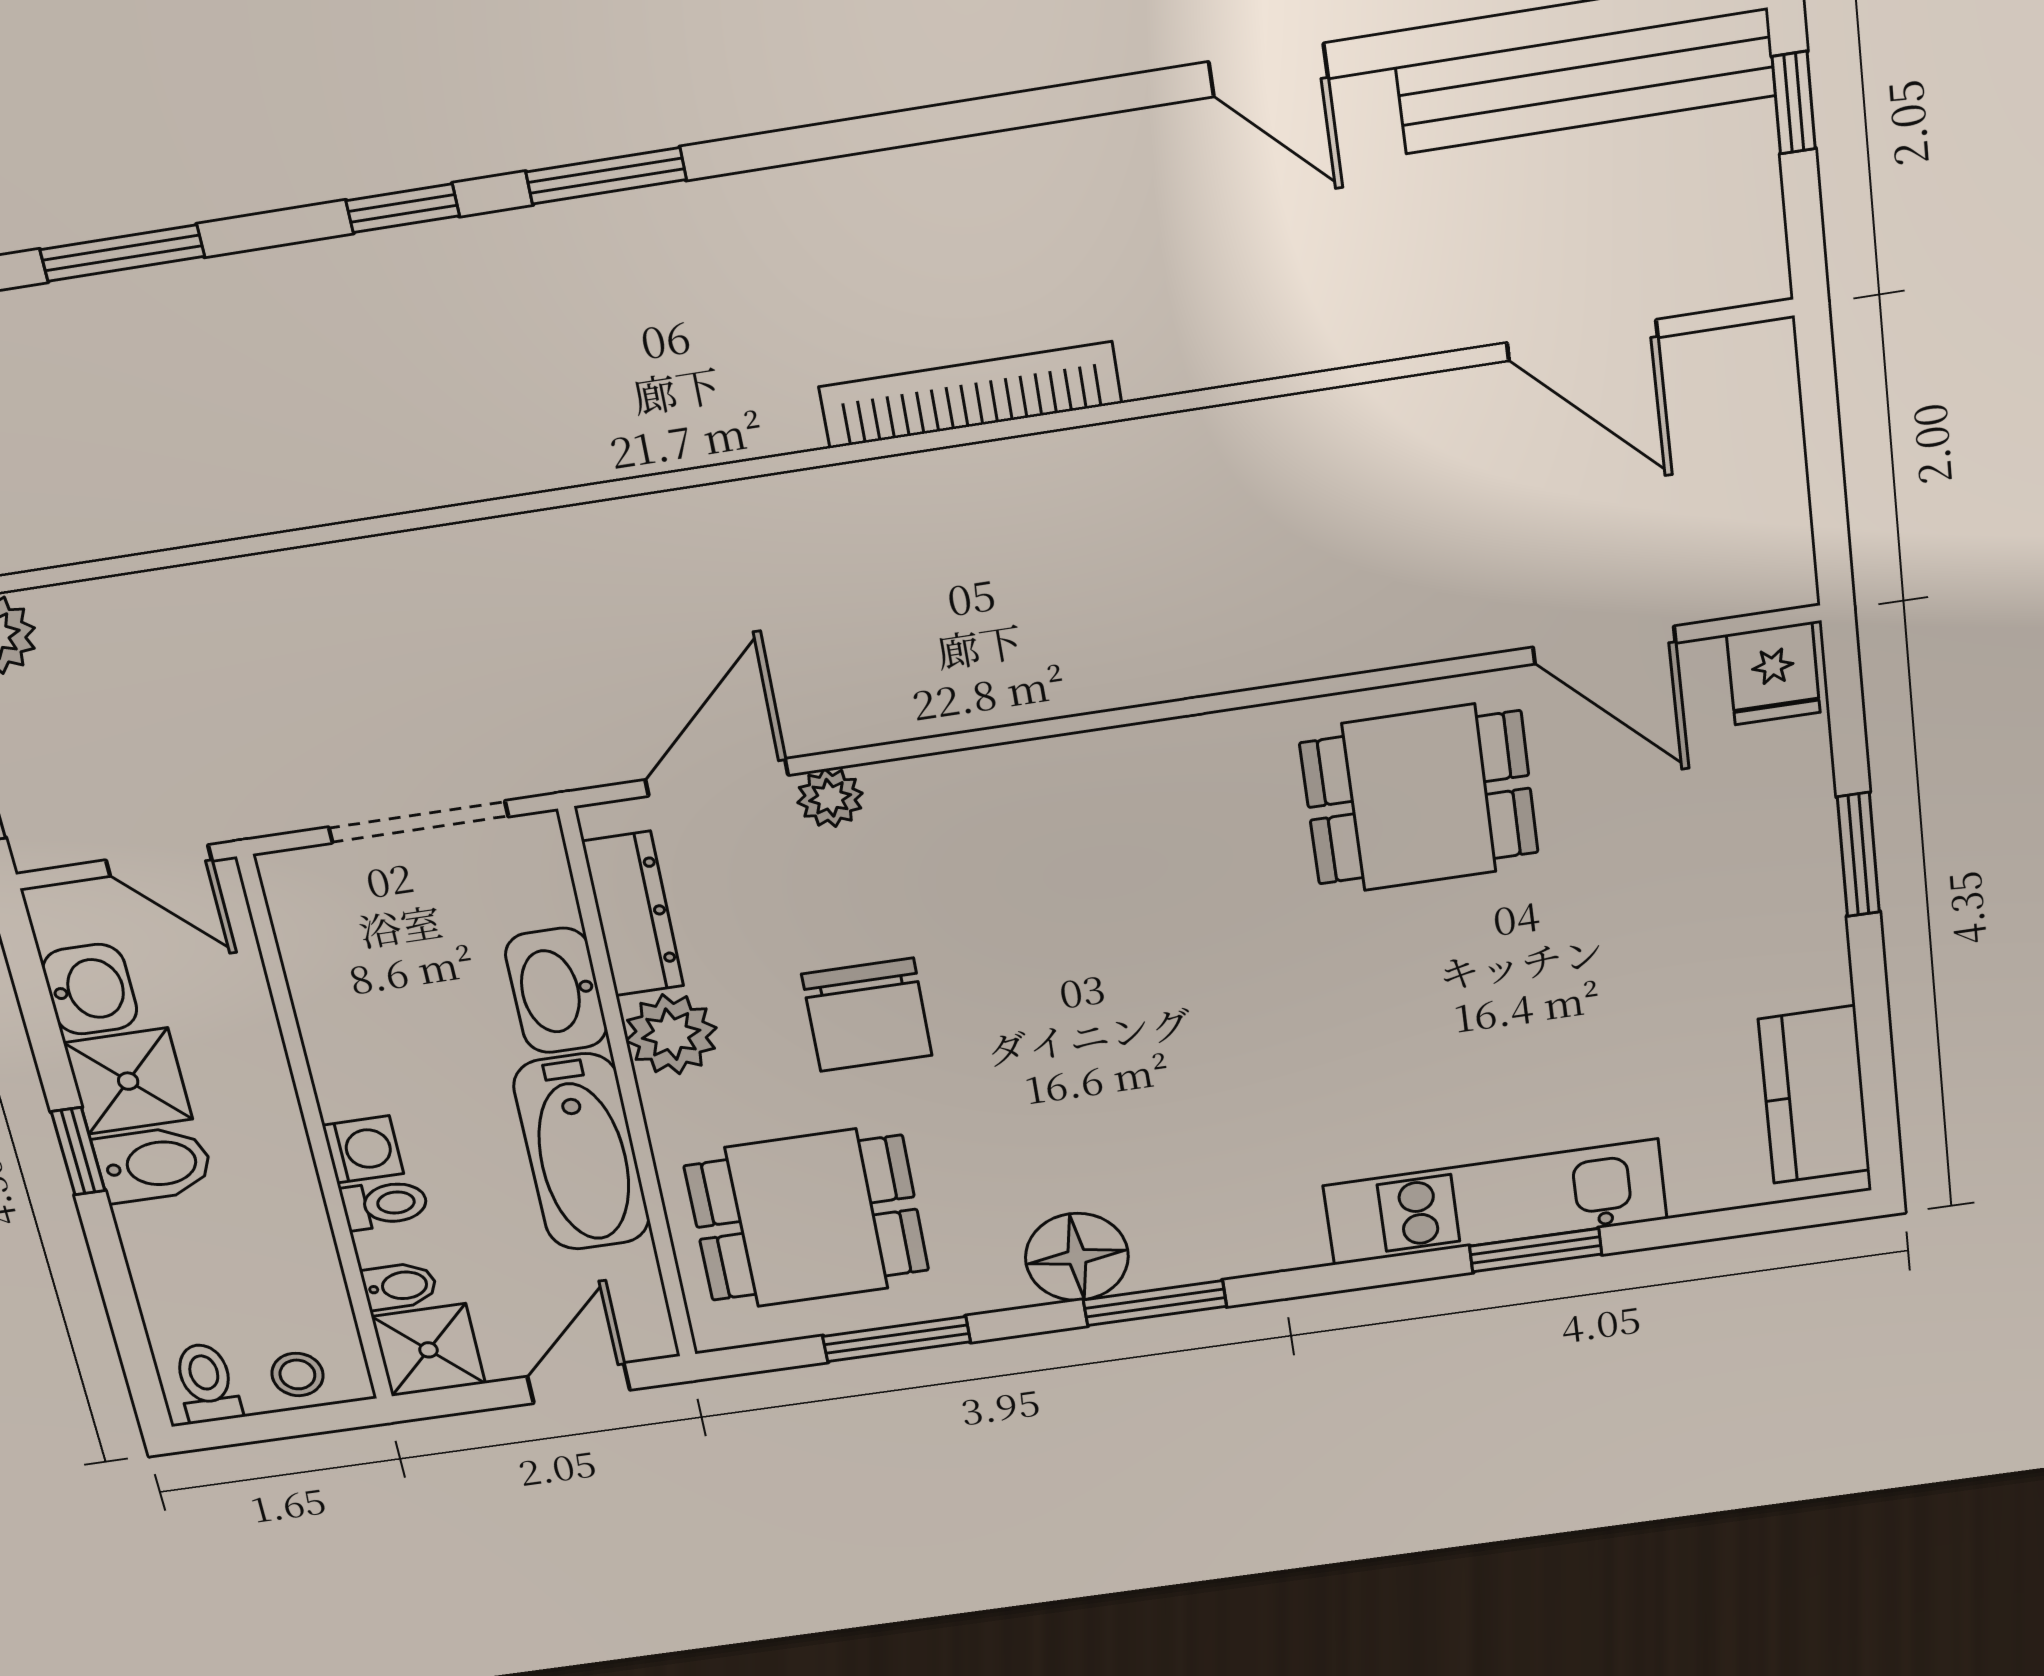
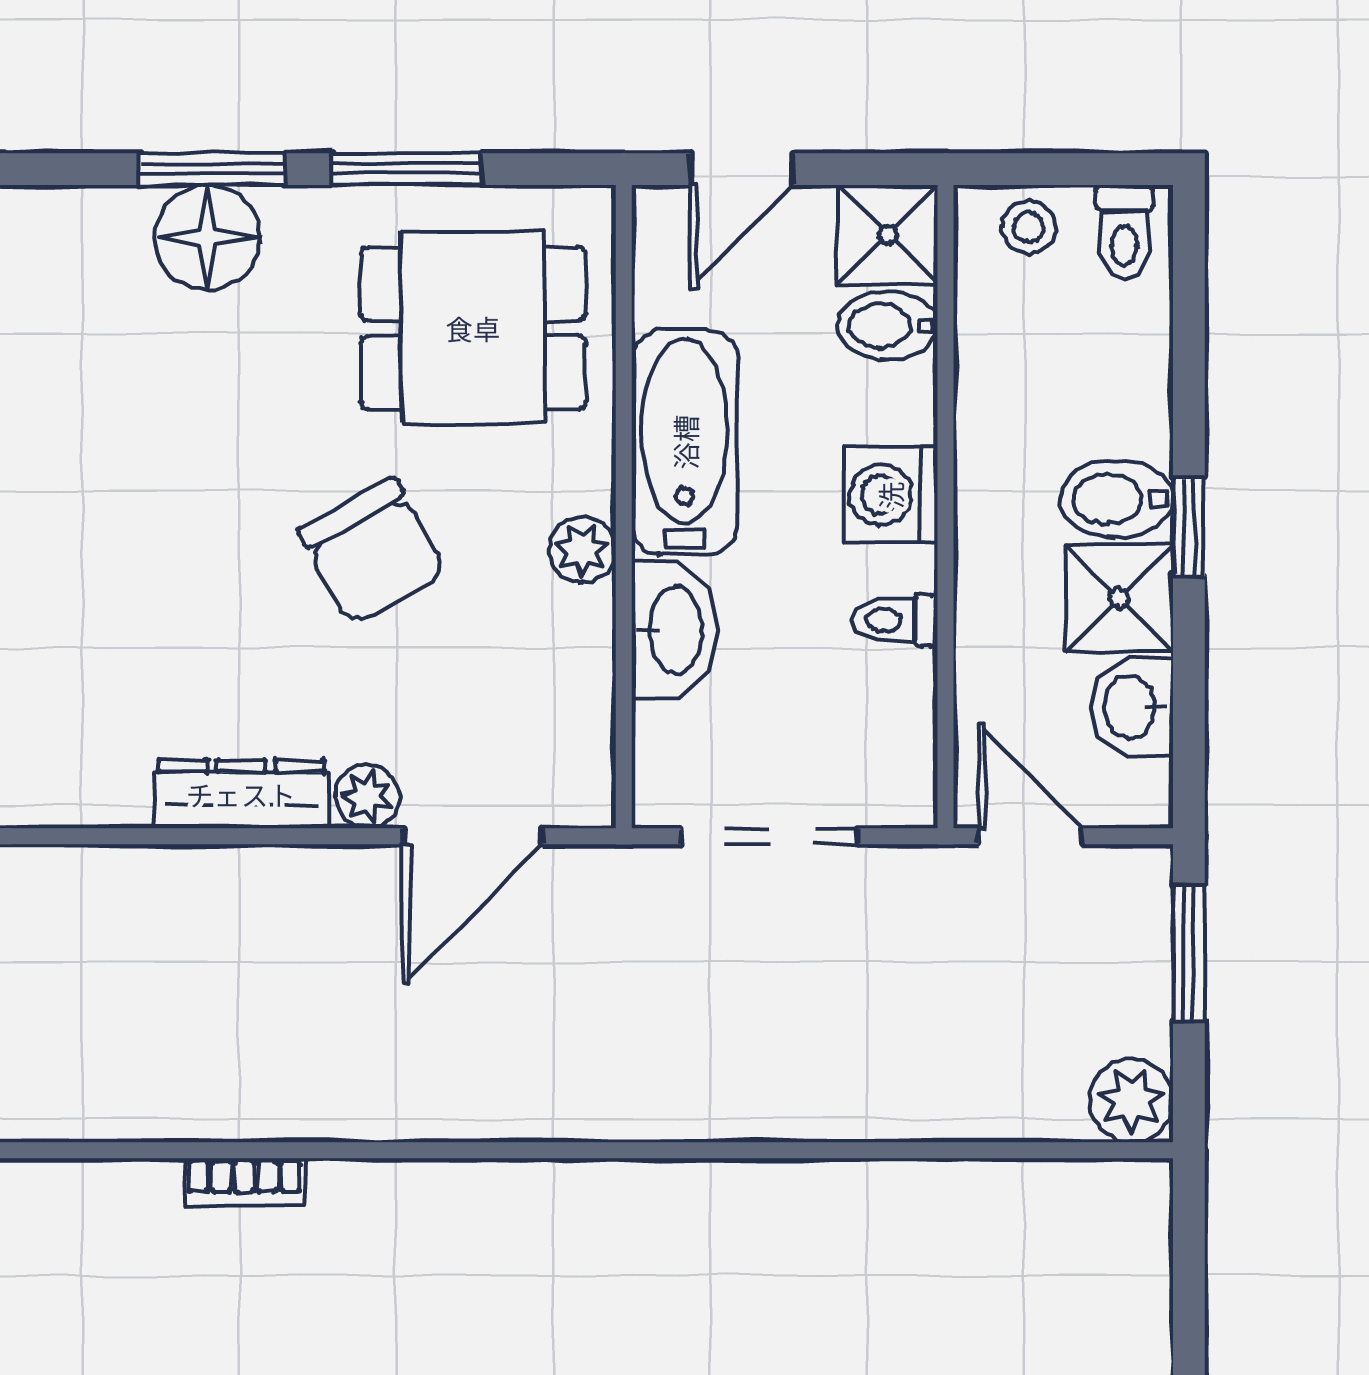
bookcase: (970, 395) -> (244, 1182), width x0.43, depth x0.76
dresser: (633, 914) -> (241, 794), moved, turned 90
chair: (867, 1015) -> (373, 552), turned 151
plant: (671, 1034) -> (582, 549), width x0.73, depth x0.73
washing machine: (363, 1149) -> (890, 495), width x1.38, depth x1.38
toilet: (385, 1204) -> (895, 620), moved
bidet: (400, 1286) -> (888, 325), width x1.38, depth x1.36
window: (1155, 1303) -> (212, 169), moved

